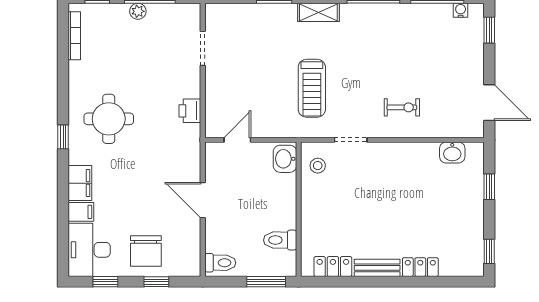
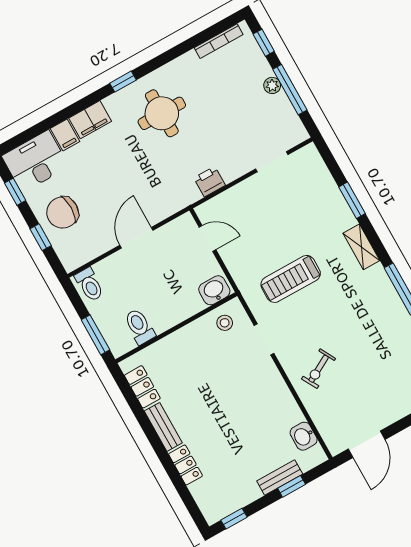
exercise bike: (402, 107) -> (319, 369), turned 61
bench: (476, 193) -> (280, 477), added

